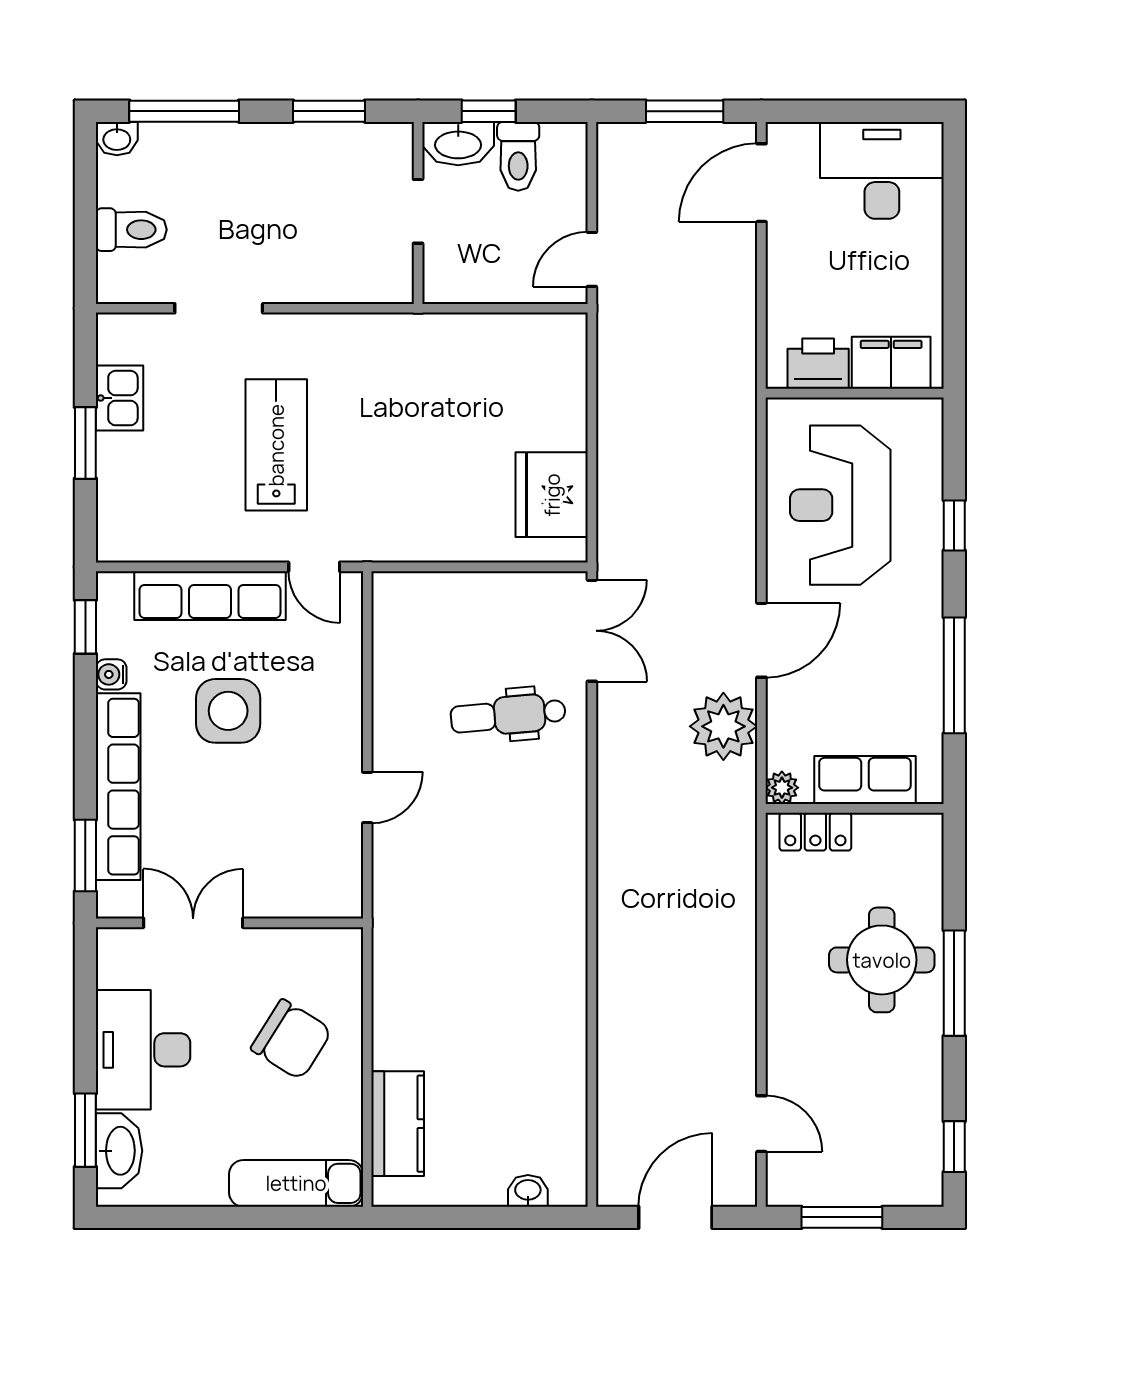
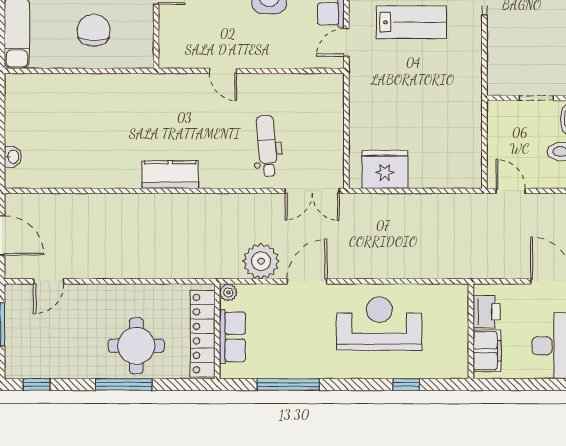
filing cabinet: (891, 363) -> (487, 351), moved
printer: (818, 364) -> (487, 312), moved
wall: (855, 393) -> (471, 331), moved
window: (954, 525) -> (406, 384), moved
door: (761, 640) -> (307, 281), swing flipped
locker: (815, 832) -> (203, 334), width x2.16, depth x1.21
chair: (291, 1040) -> (94, 30), turned 148
kitchen counter: (398, 1124) -> (170, 175), moved, turned 180

